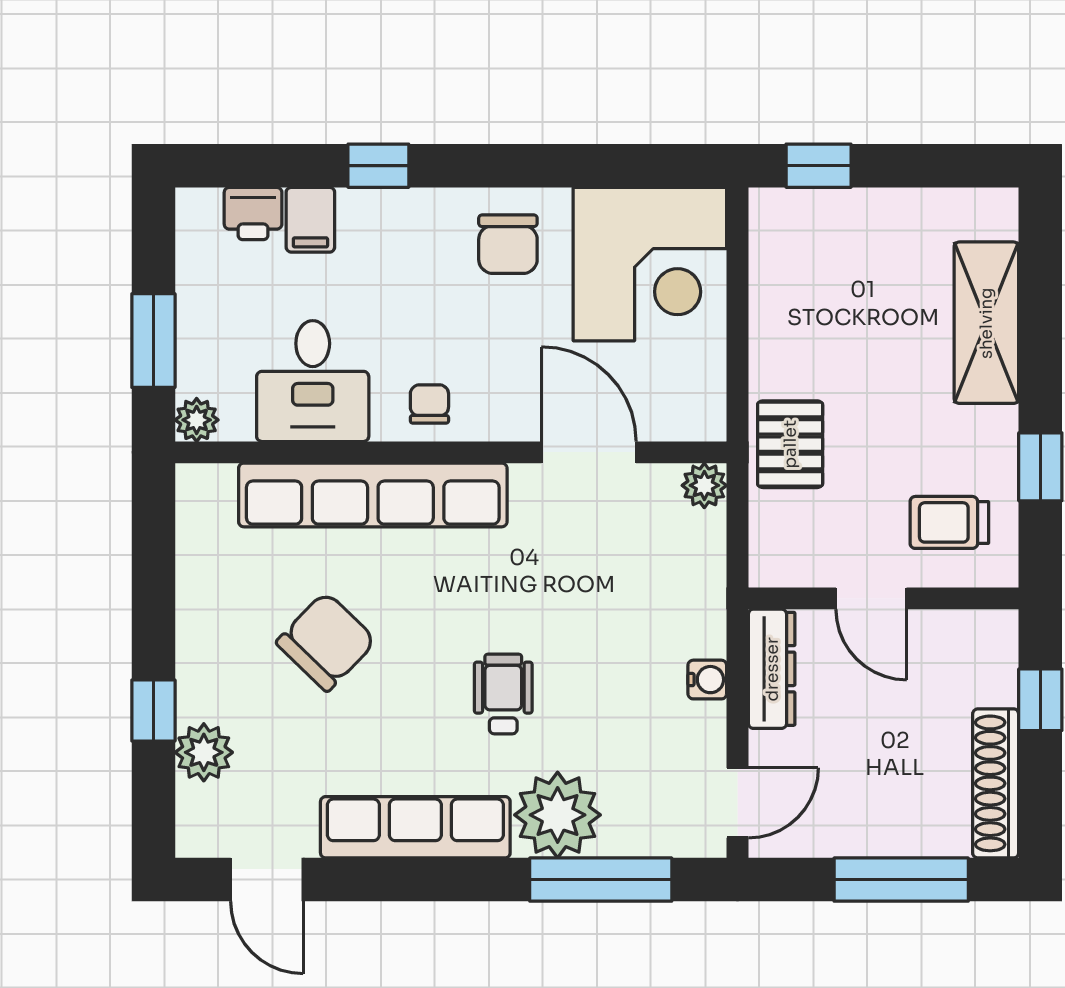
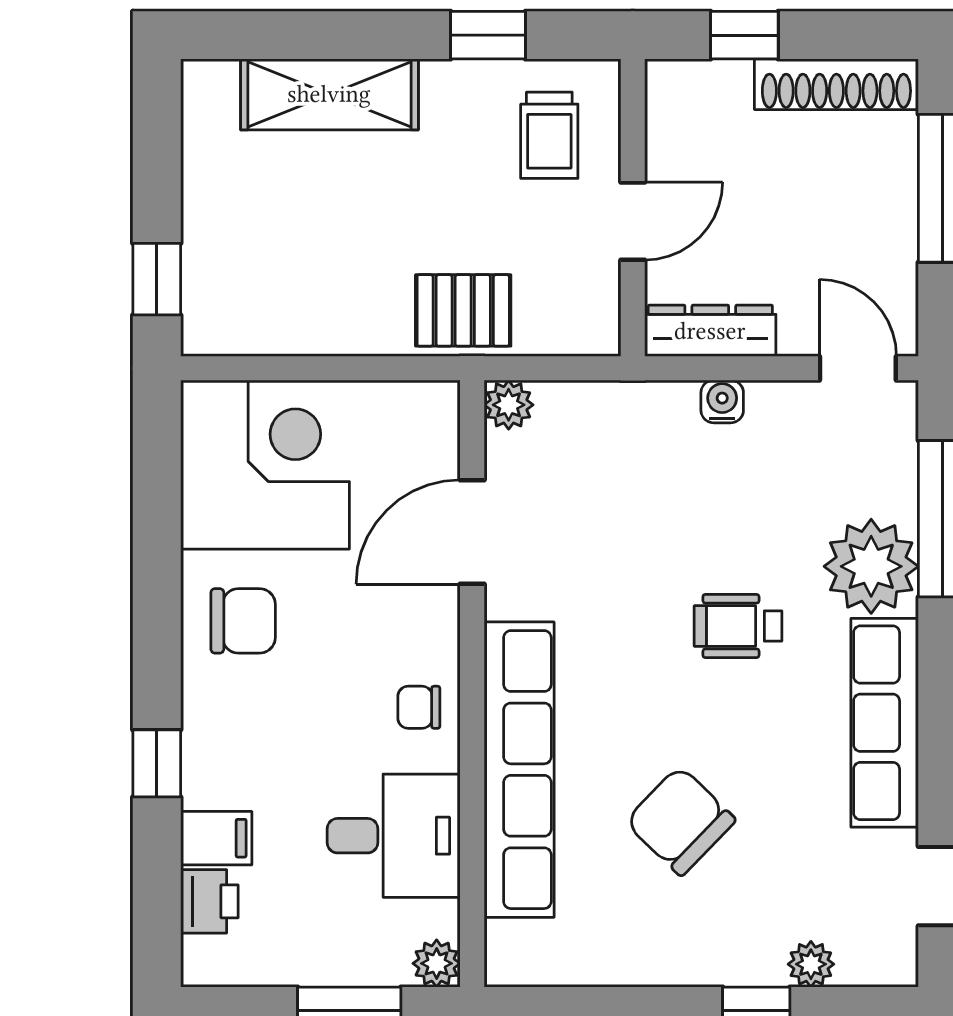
plant: (204, 752) -> (811, 964), width x0.73, depth x0.73

